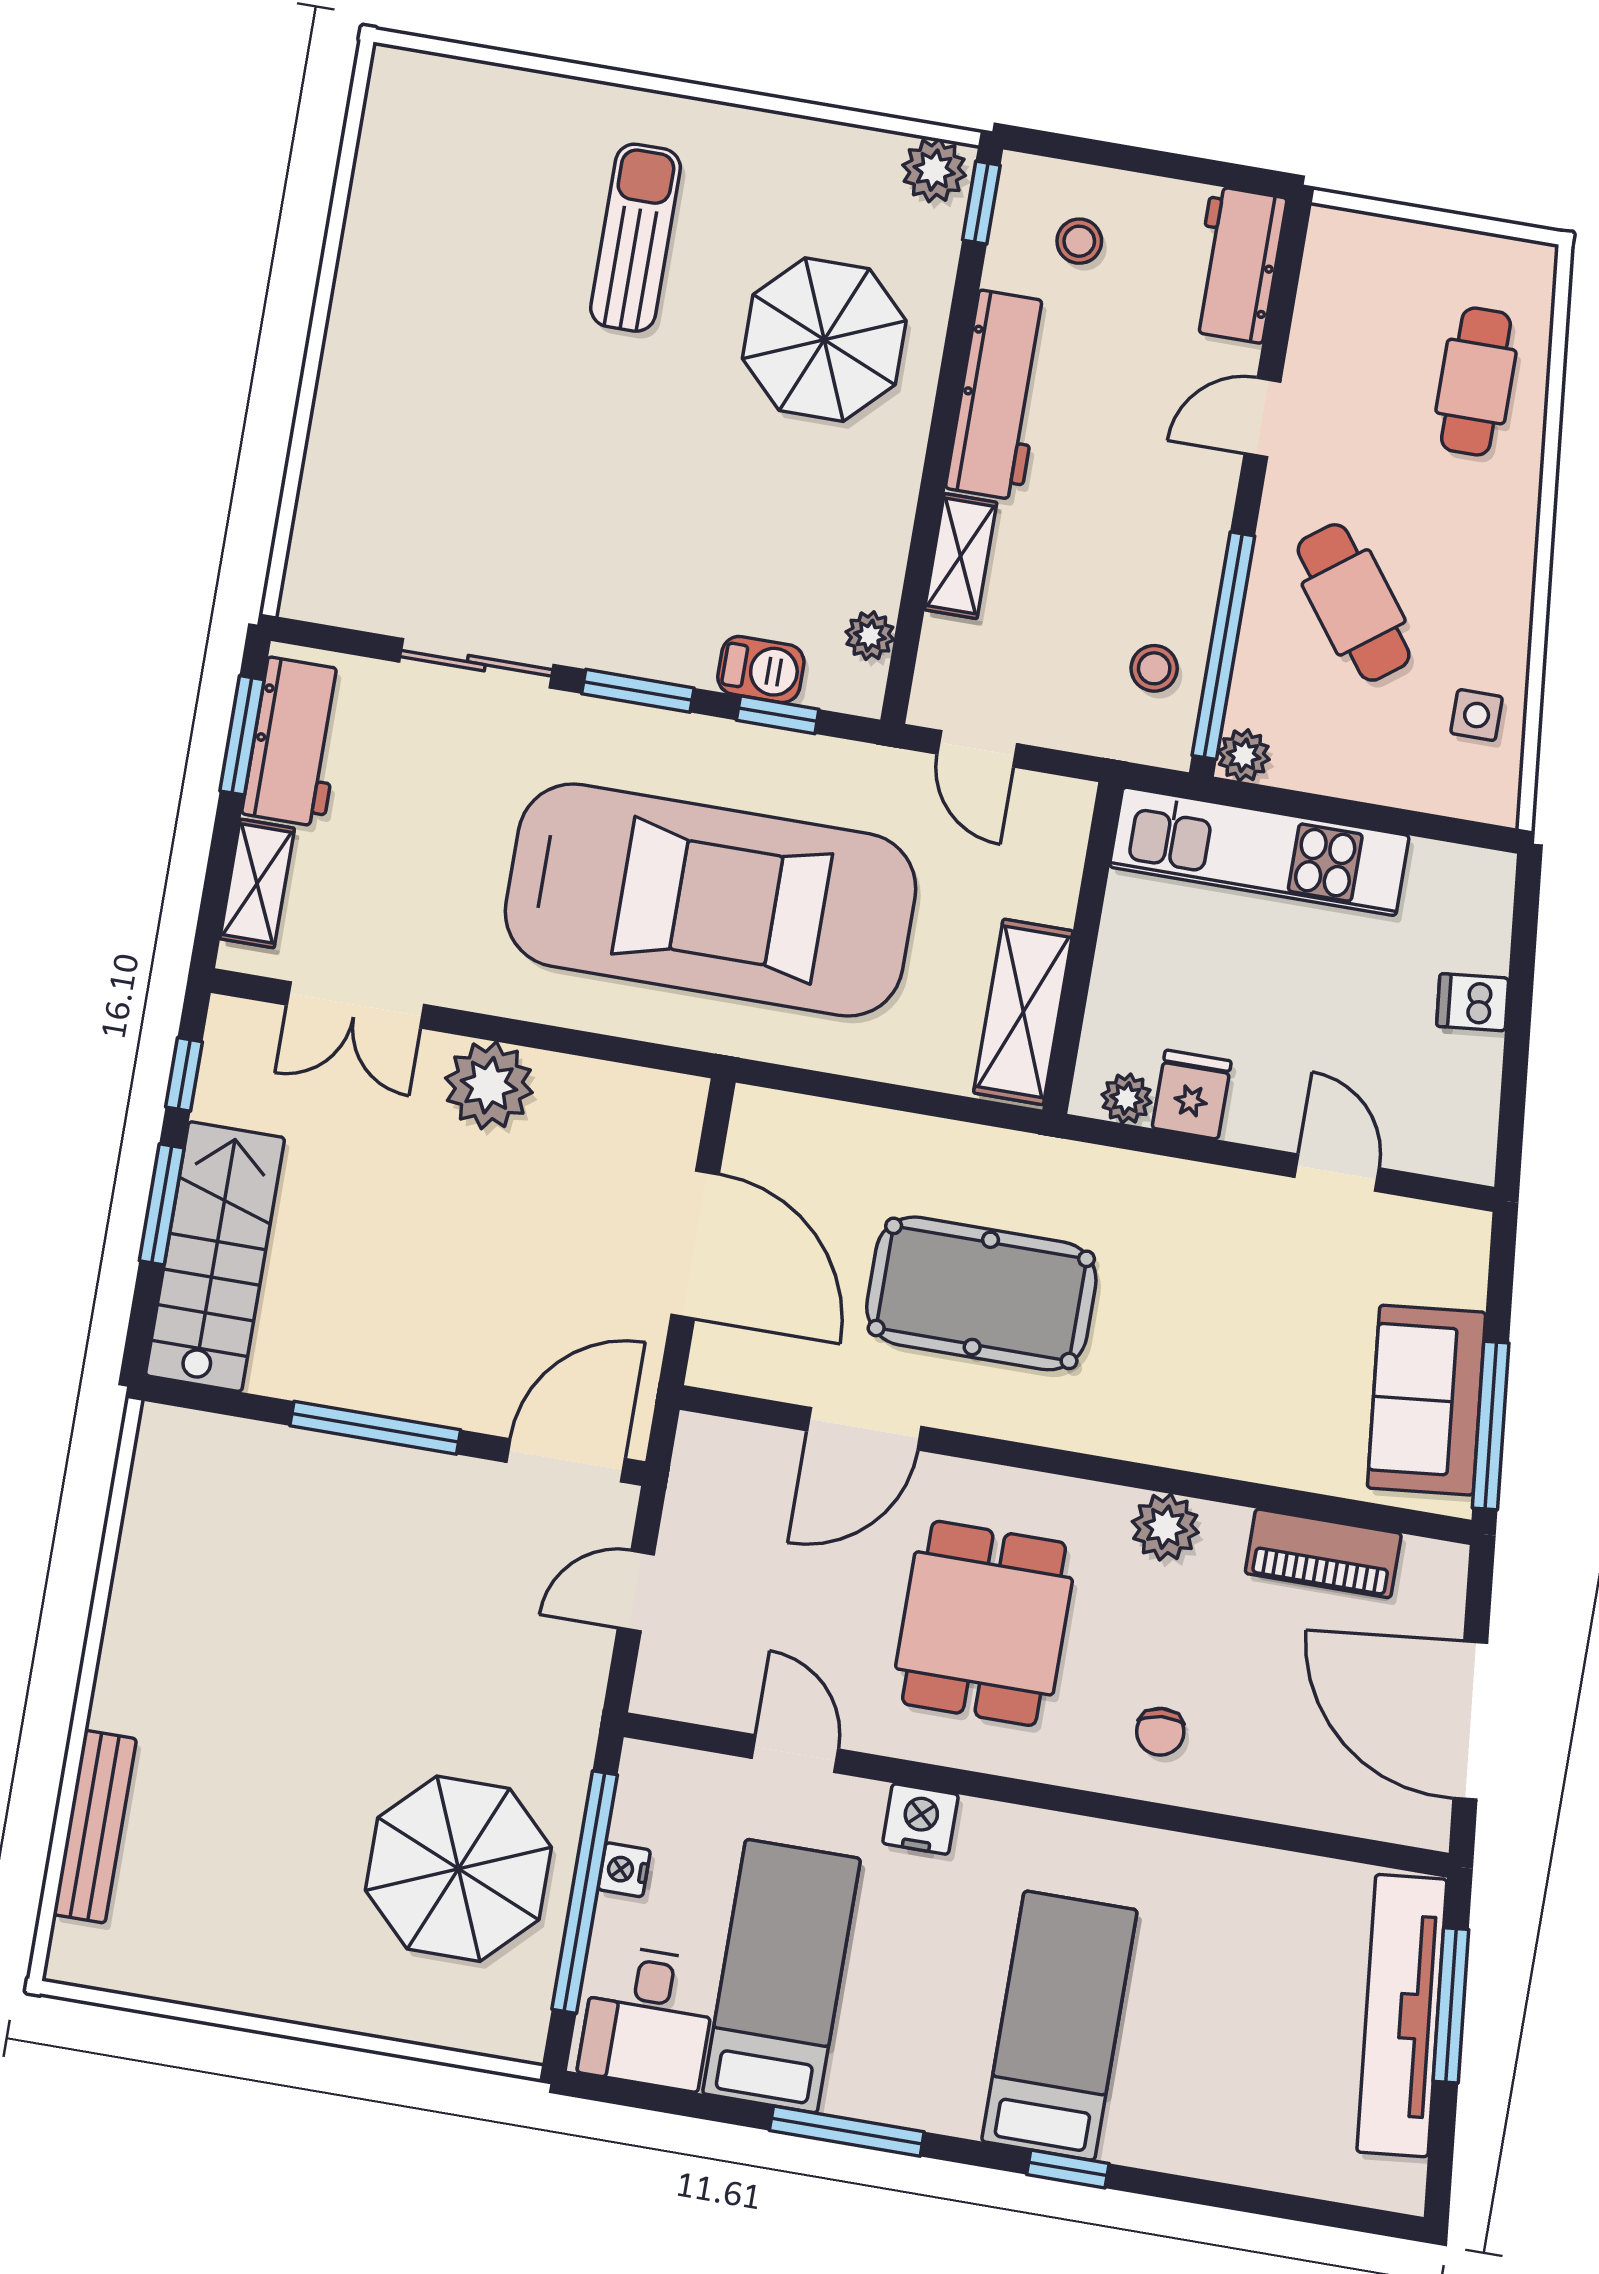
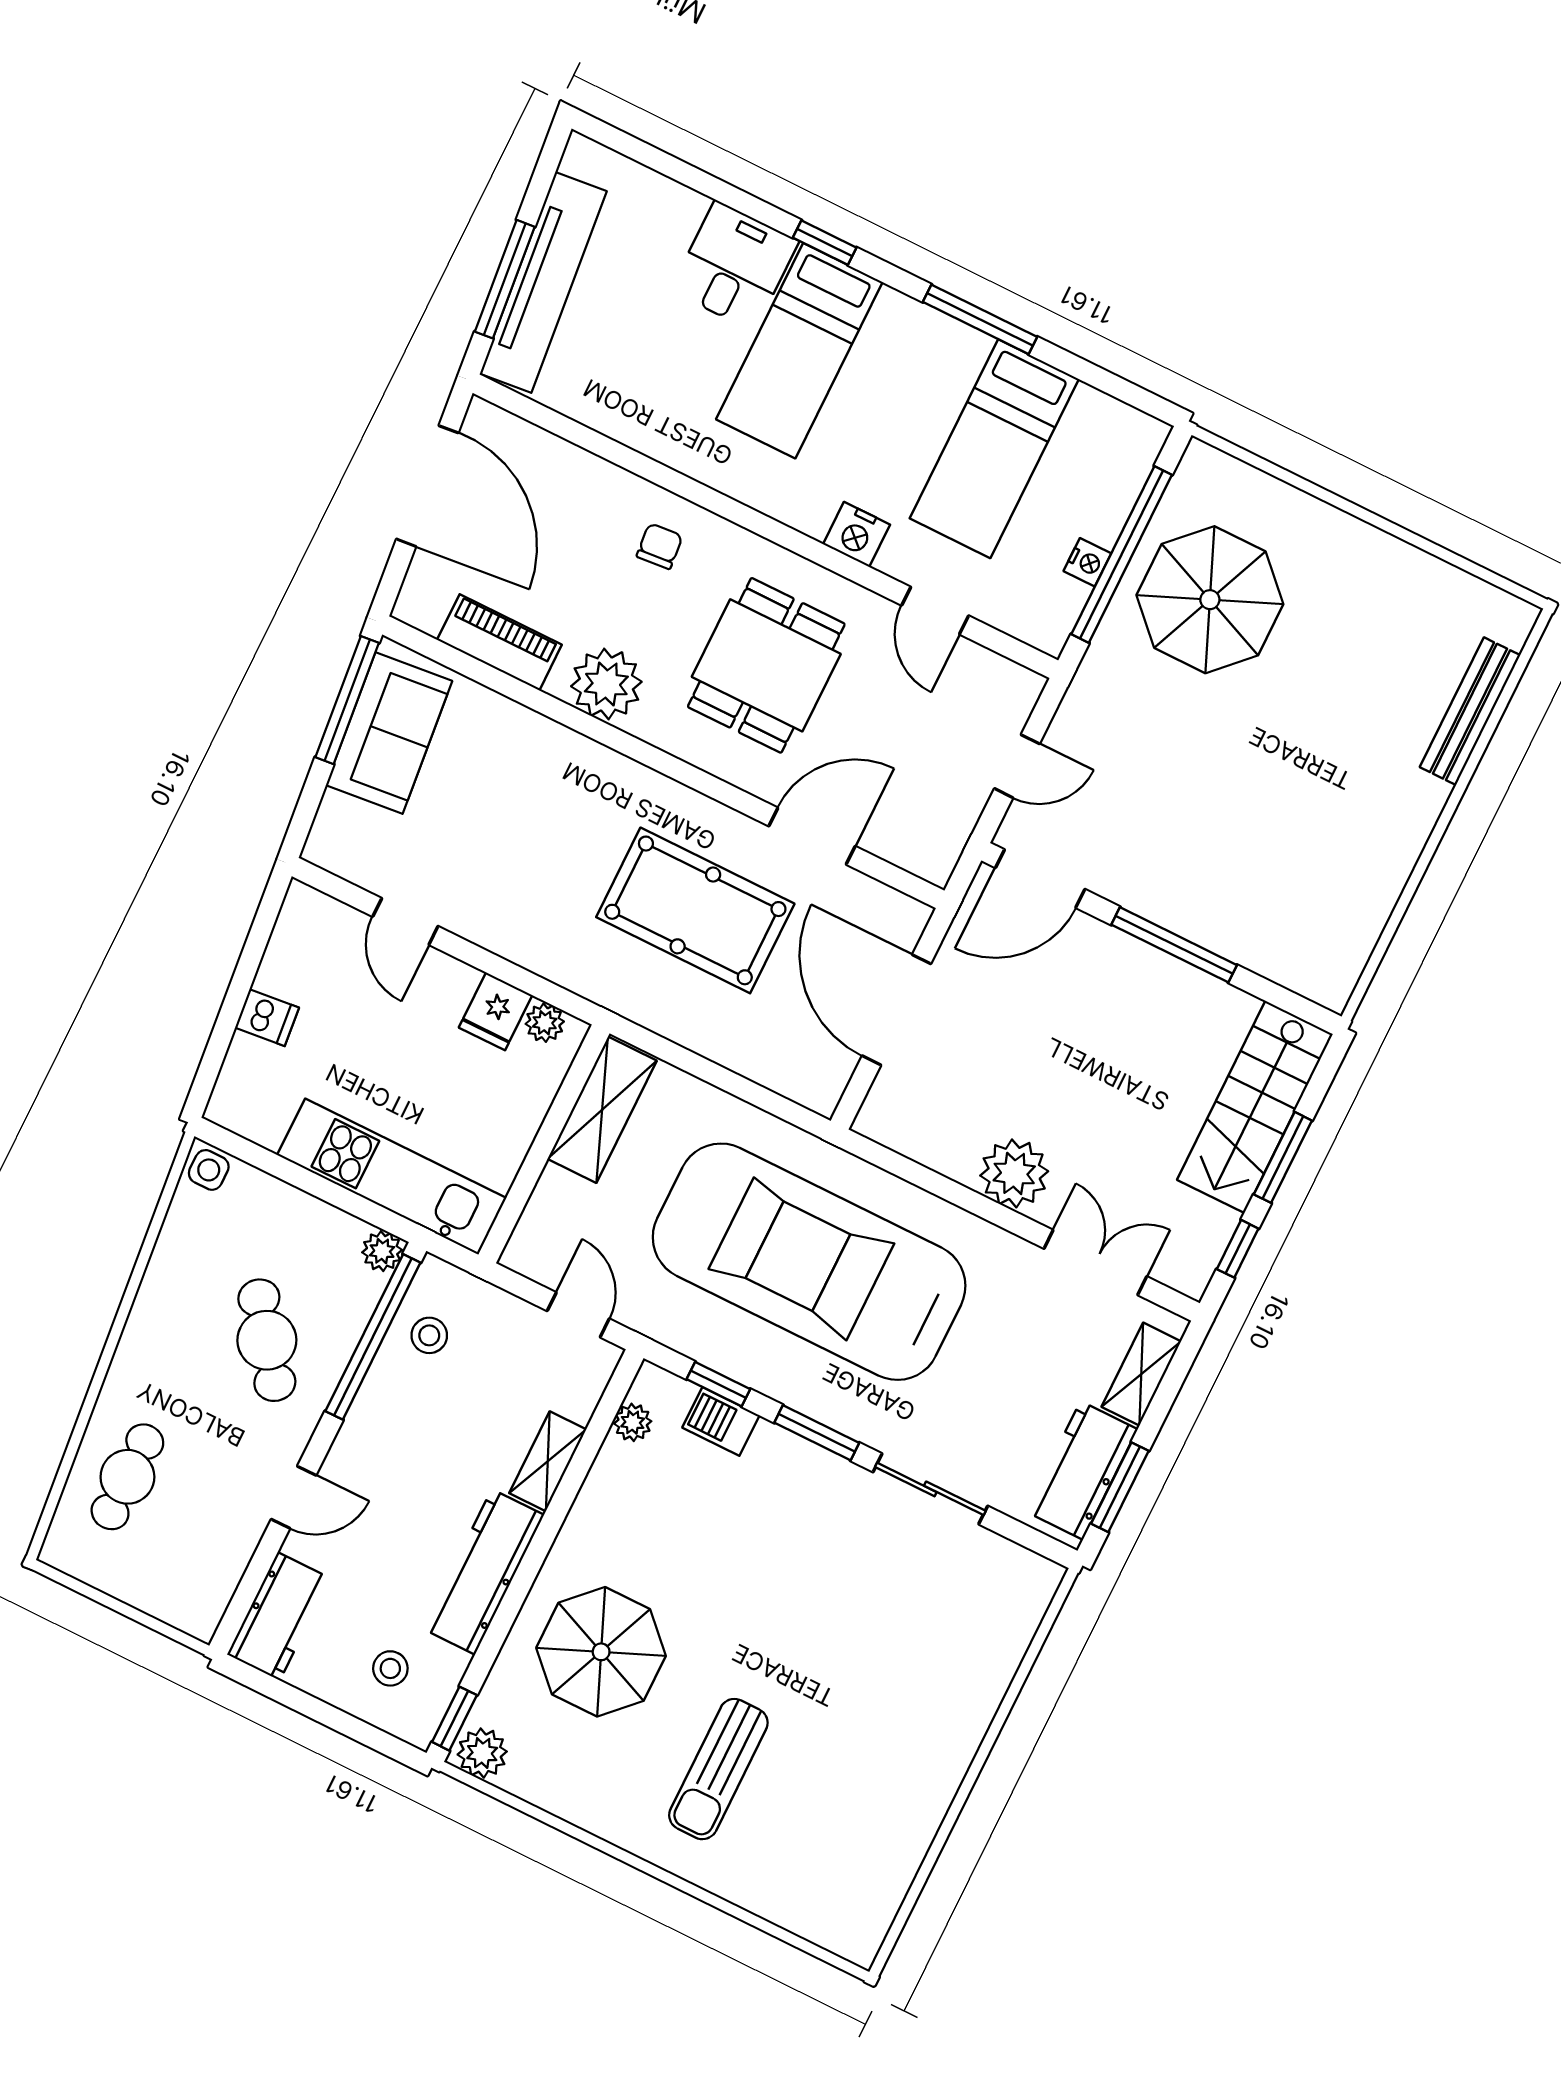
side table: (1477, 715) -> (209, 1170), moved
plant: (1165, 1527) -> (606, 684), width x1.36, depth x1.36
desk: (648, 2018) -> (735, 266), moved

